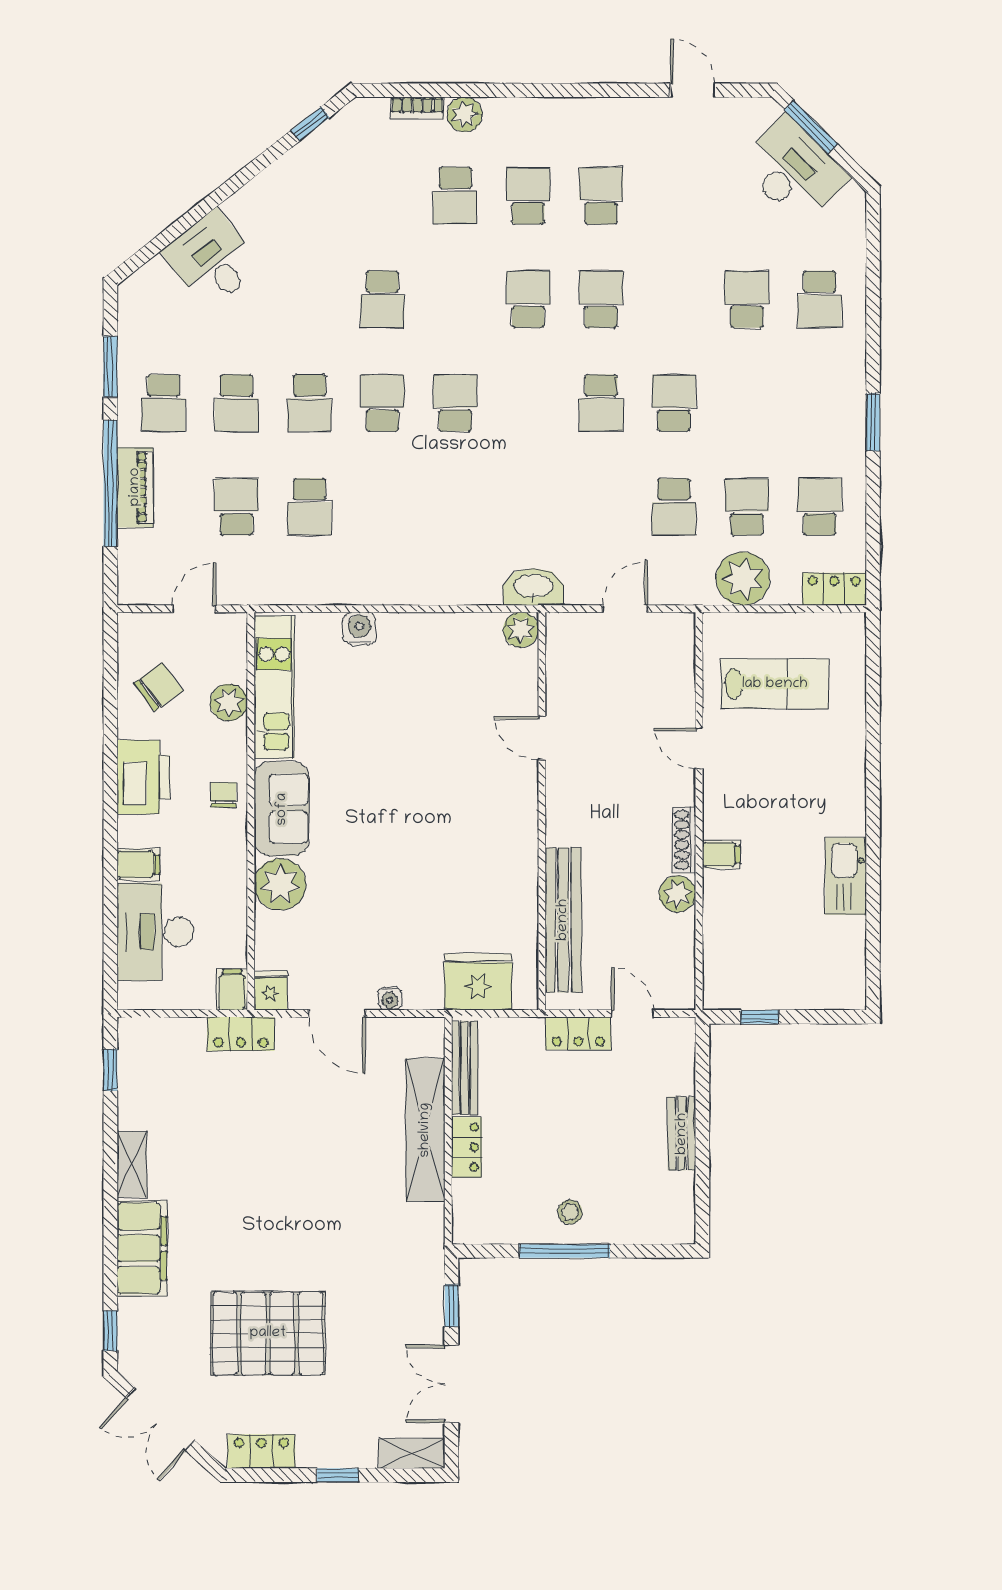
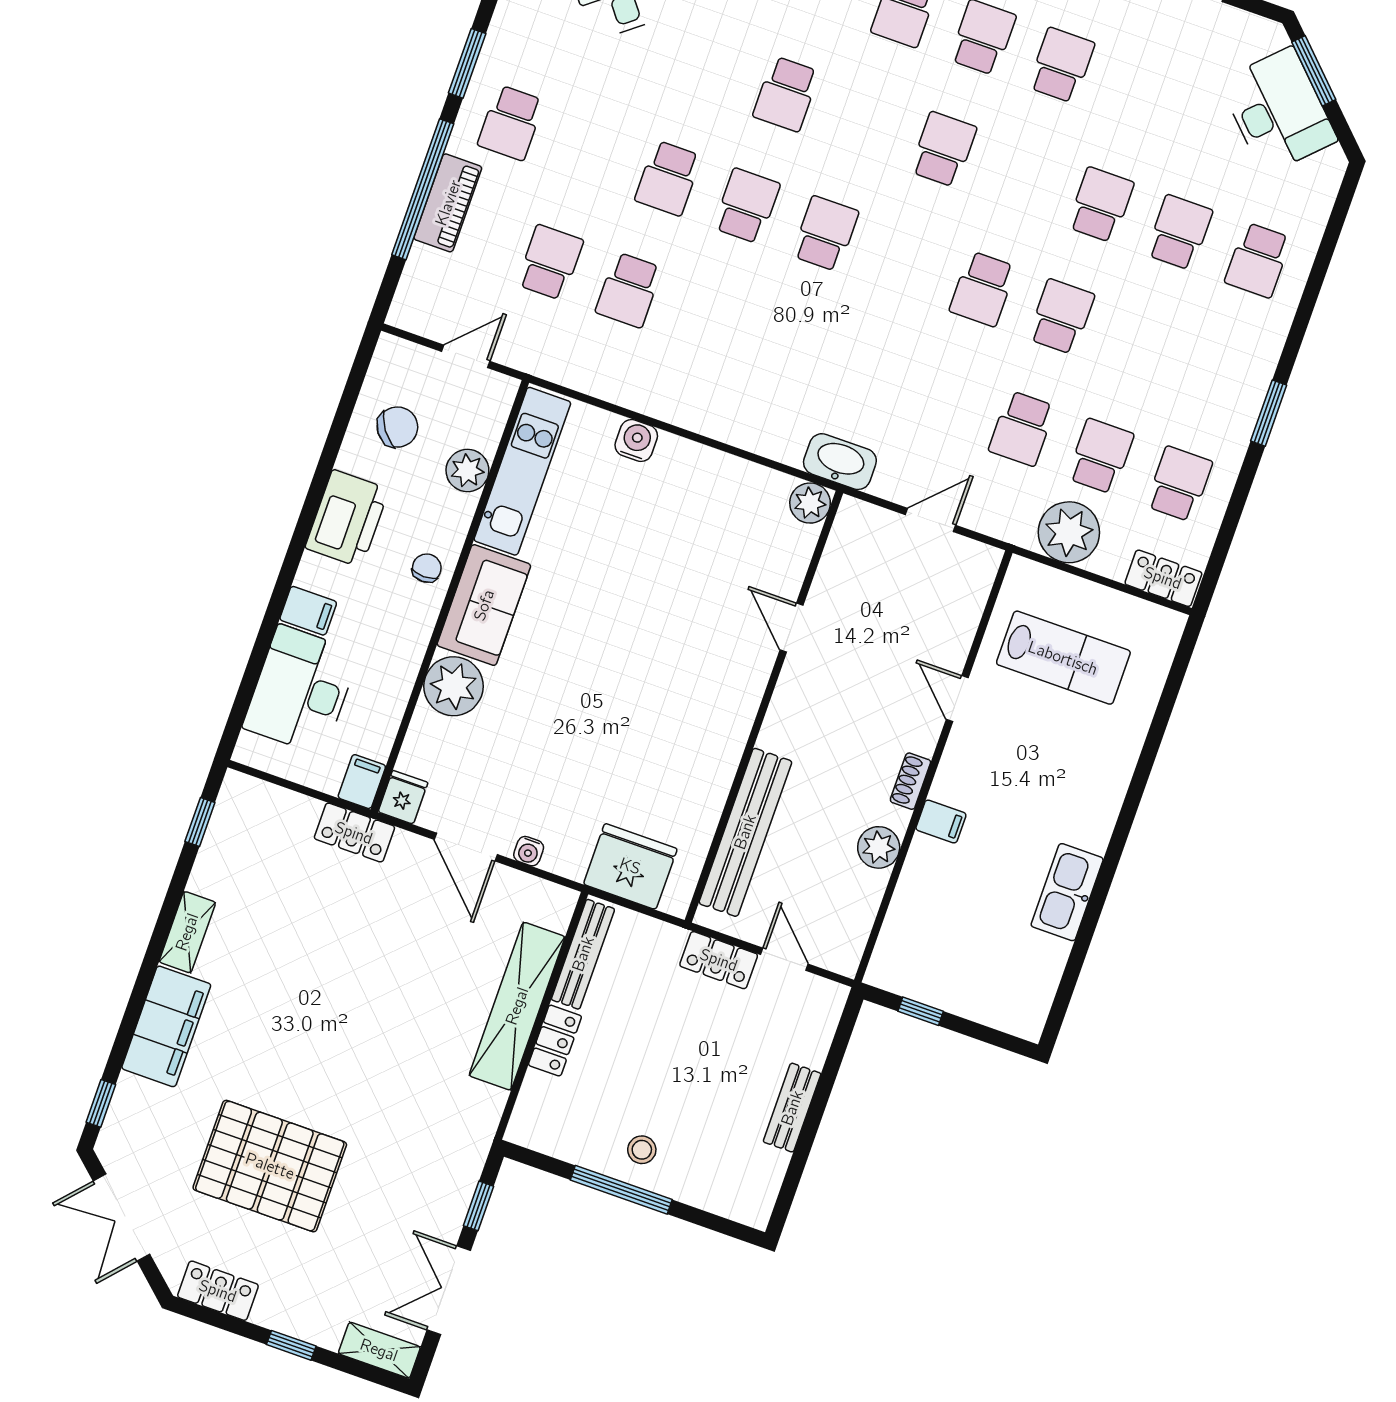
school desk: (601, 299) -> (1101, 205), moved
school desk: (237, 403) -> (589, 150), removed
shoe rack: (685, 840) -> (910, 781), width x0.70

